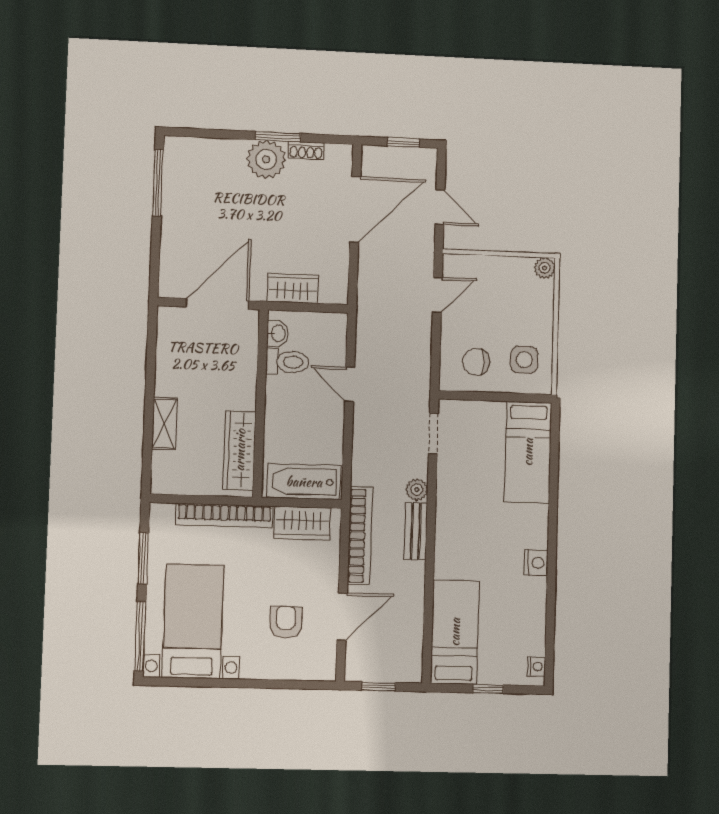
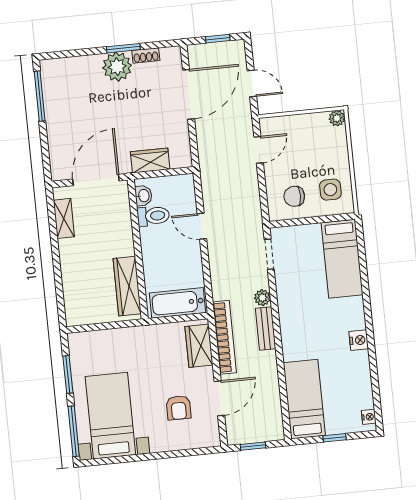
shelving: (164, 424) -> (64, 218), moved
bookcase: (224, 515) -> (123, 335), removed
wardrobe: (302, 523) -> (199, 346), moved, turned 90
armchair: (286, 622) -> (179, 408), turned 180

